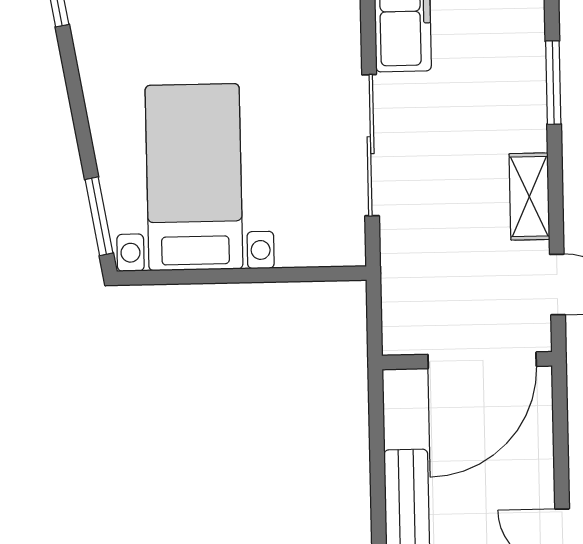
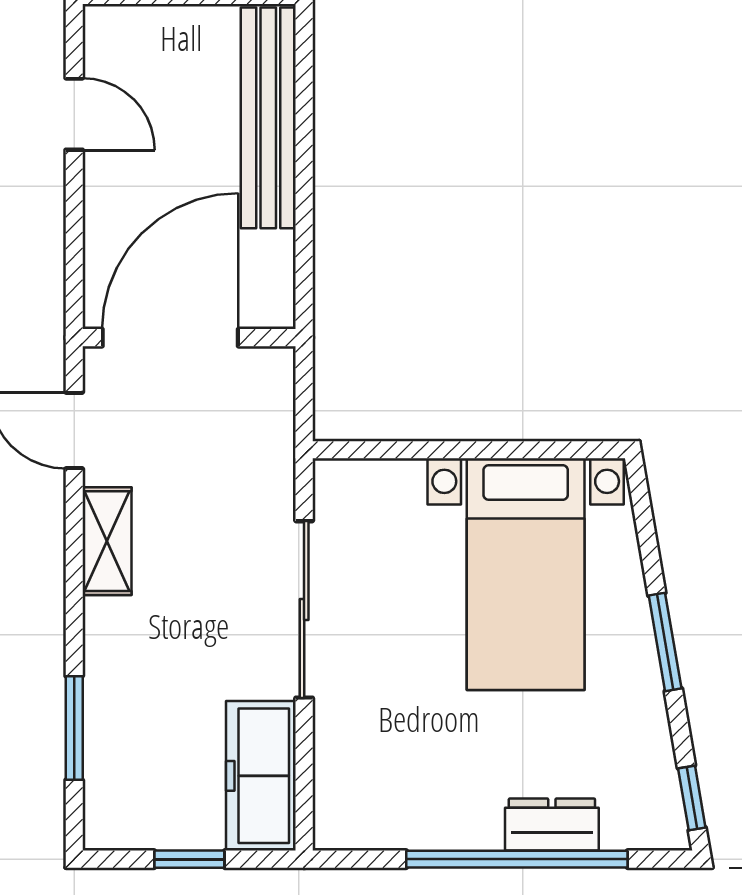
window: (553, 83) -> (74, 728), moved
window: (99, 216) -> (665, 642), moved

